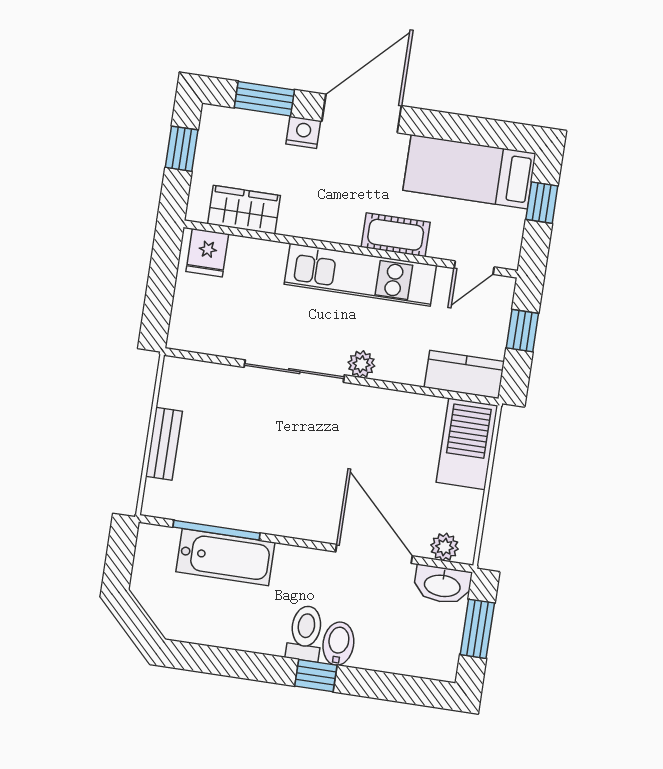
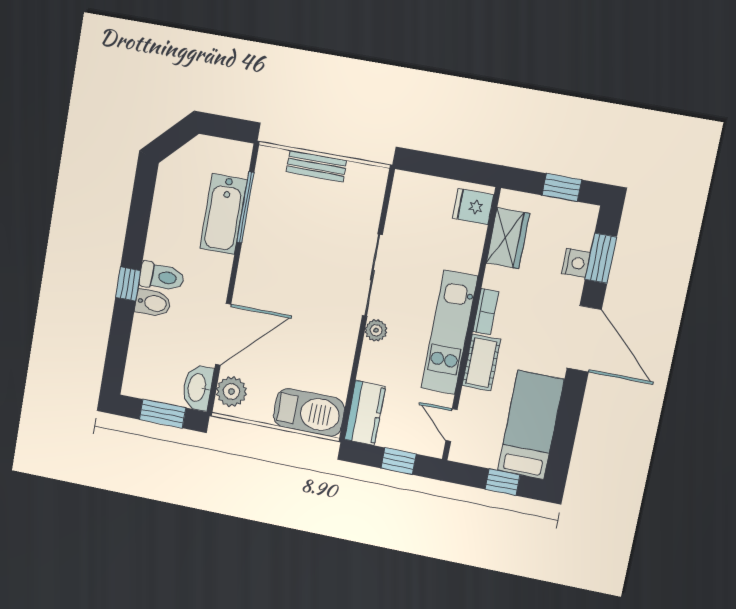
nightstand: (303, 132) -> (576, 263), moved
bookcase: (333, 232) -> (486, 312), added
plant: (444, 547) -> (231, 392), width x1.38, depth x1.38

